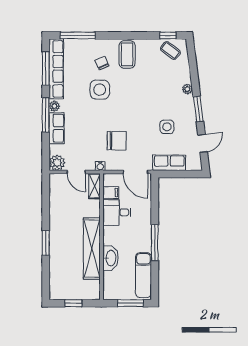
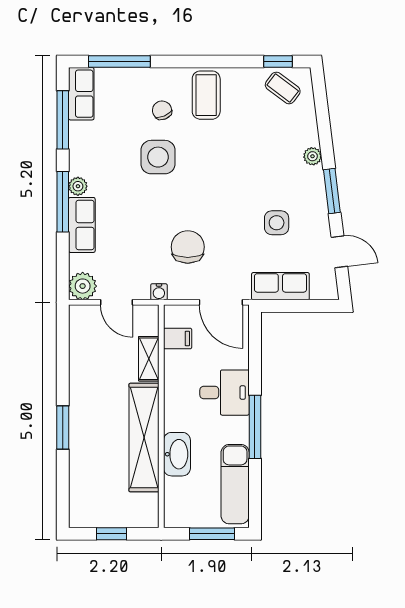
row of seats: (56, 69) -> (81, 94), width x0.50
chair: (117, 141) -> (188, 247), turned -90
door: (203, 143) -> (339, 252), hinge flipped
shelving: (94, 186) -> (149, 359), moved
desk: (117, 212) -> (225, 393), moved, turned 180

